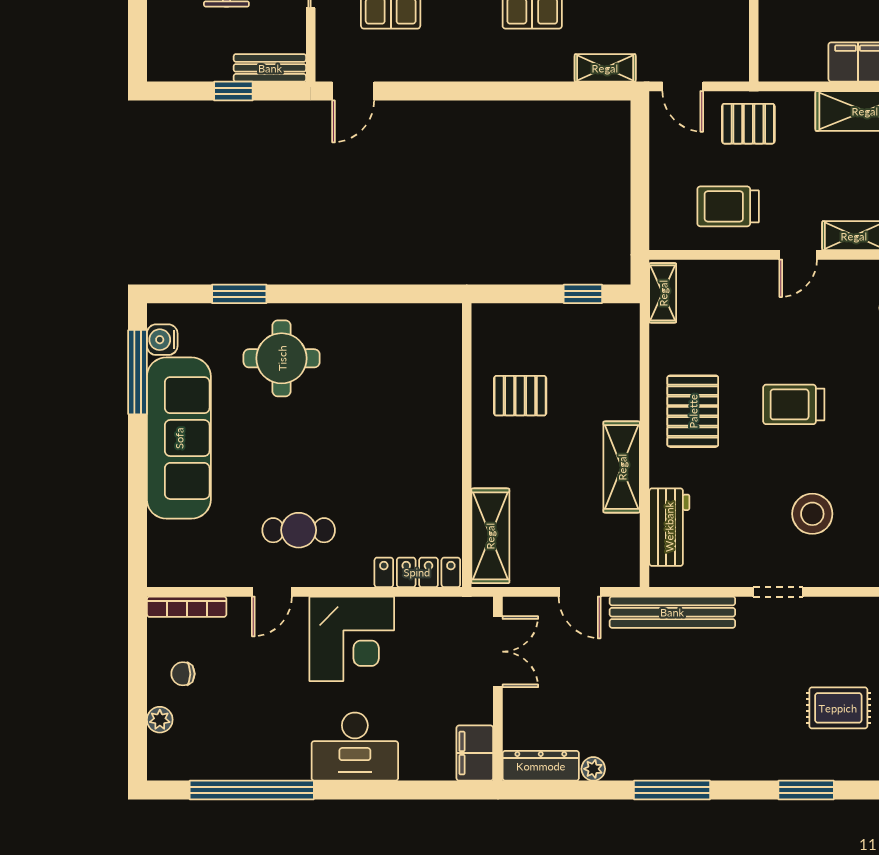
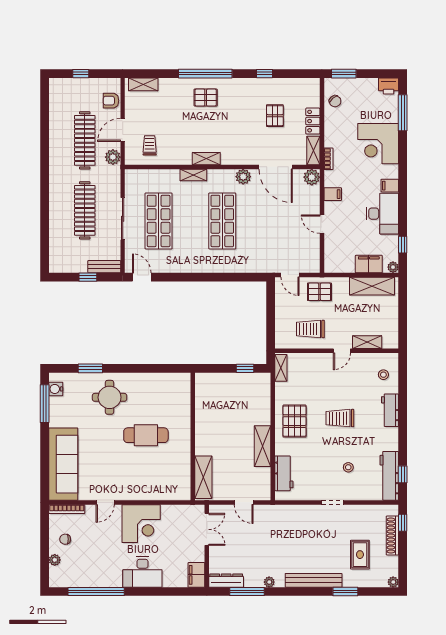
shelving: (605, 68) -> (255, 267), removed
door: (353, 91) -> (142, 277), swing flipped
pallet: (520, 396) -> (217, 414), removed
sofa: (179, 438) -> (63, 464), moved
stool: (812, 514) -> (348, 467), width x0.53, depth x0.53
cafe table: (299, 530) -> (146, 435), moved, width x1.37, depth x1.35
locker: (417, 572) -> (171, 494), removed
bench: (672, 612) -> (314, 580), moved
rug: (838, 708) -> (360, 555), turned 90
plant: (593, 769) -> (269, 582), moved
window: (672, 790) -> (247, 592), moved

